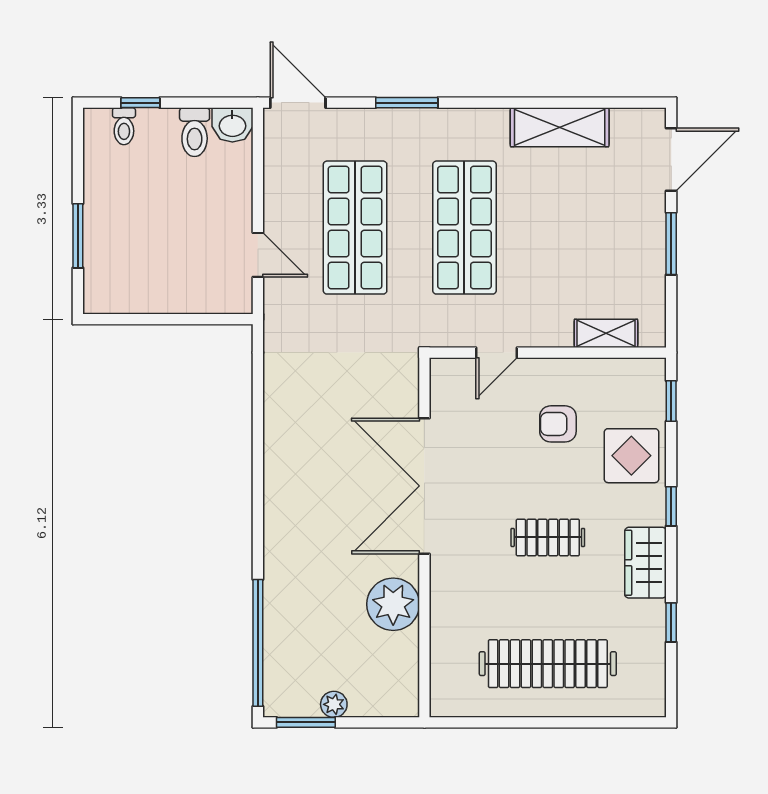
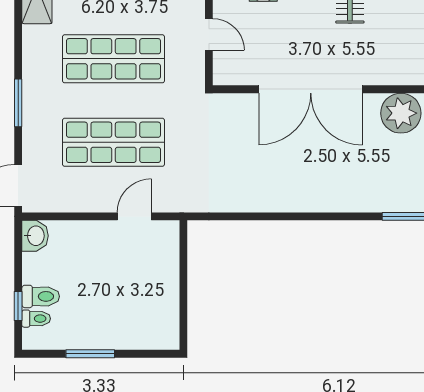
toilet: (195, 132) -> (41, 296), moved
window: (78, 236) -> (90, 354), moved

